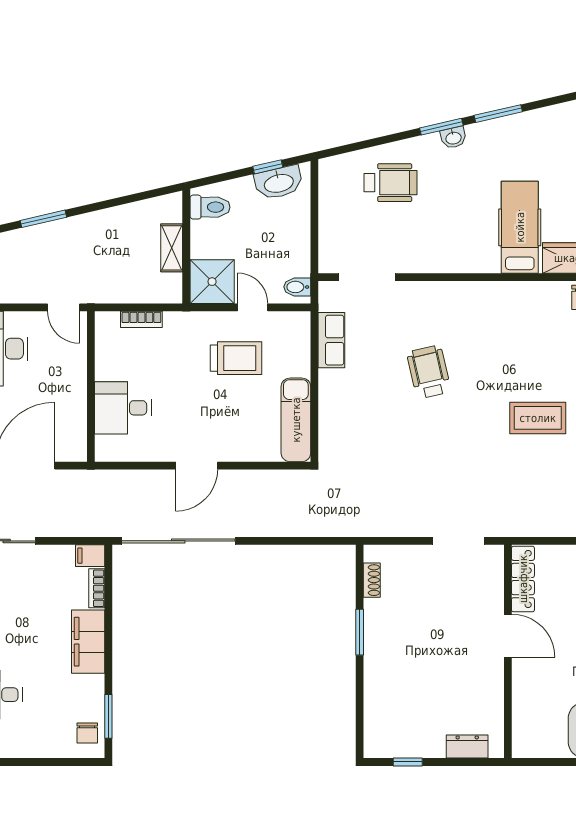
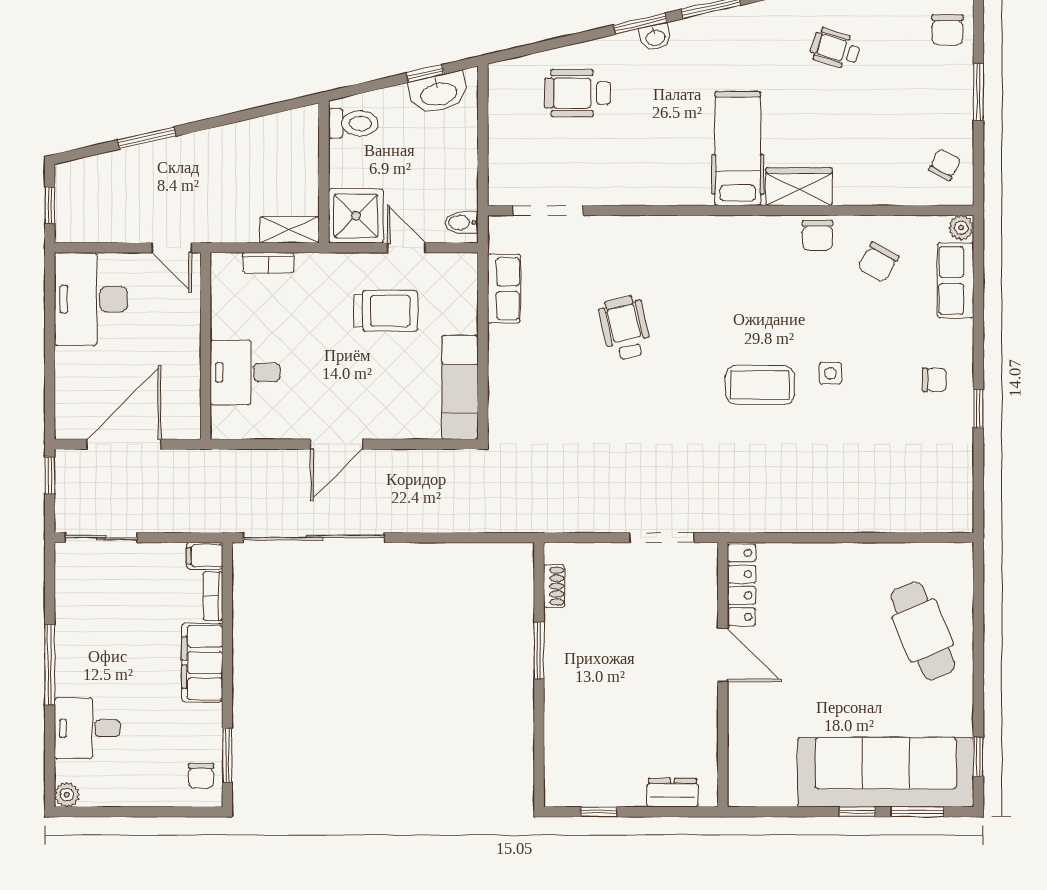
wheelchair: (390, 183) -> (577, 93), turned 180
shelving: (172, 248) -> (289, 230), moved, turned 90

